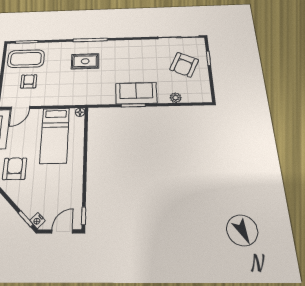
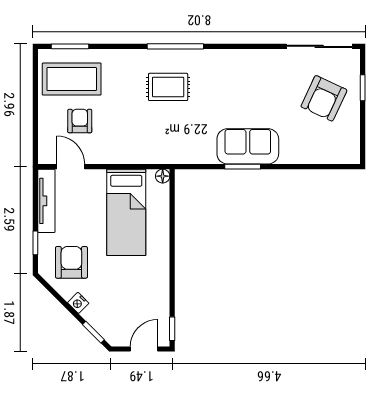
plant: (176, 98) -> (307, 155), removed
door: (20, 108) -> (71, 167), swing flipped
nightstand: (37, 221) -> (78, 303), moved

